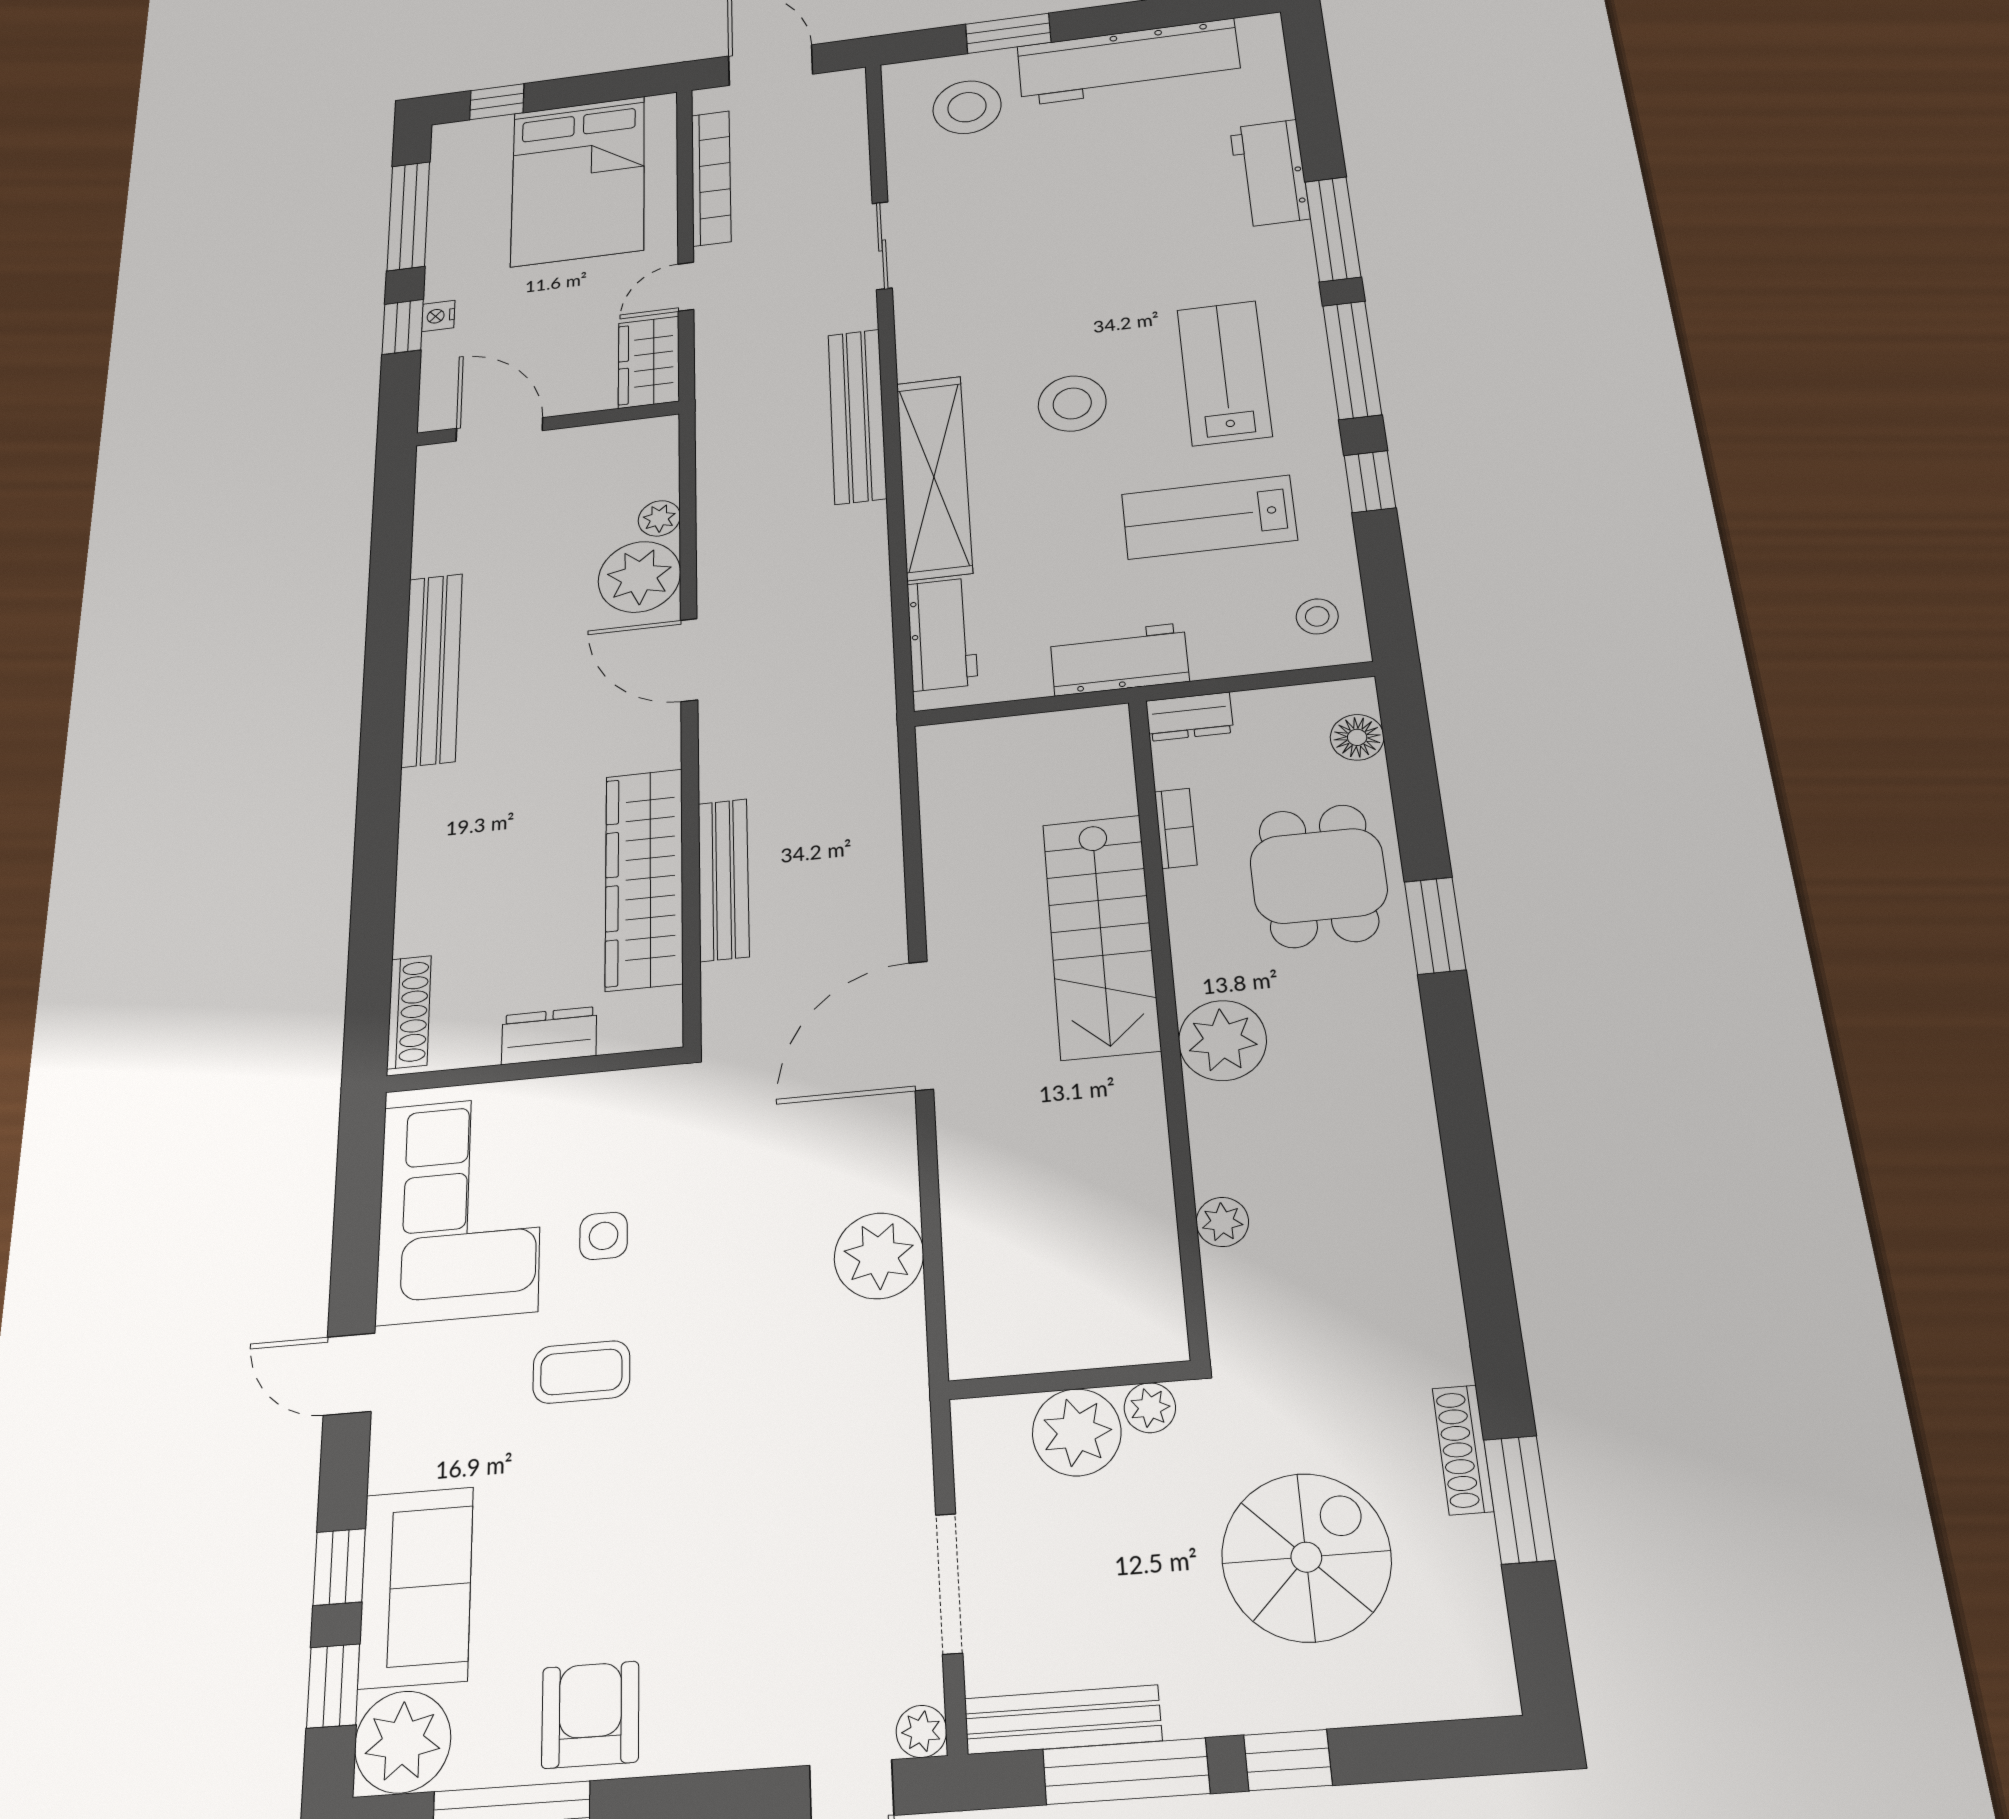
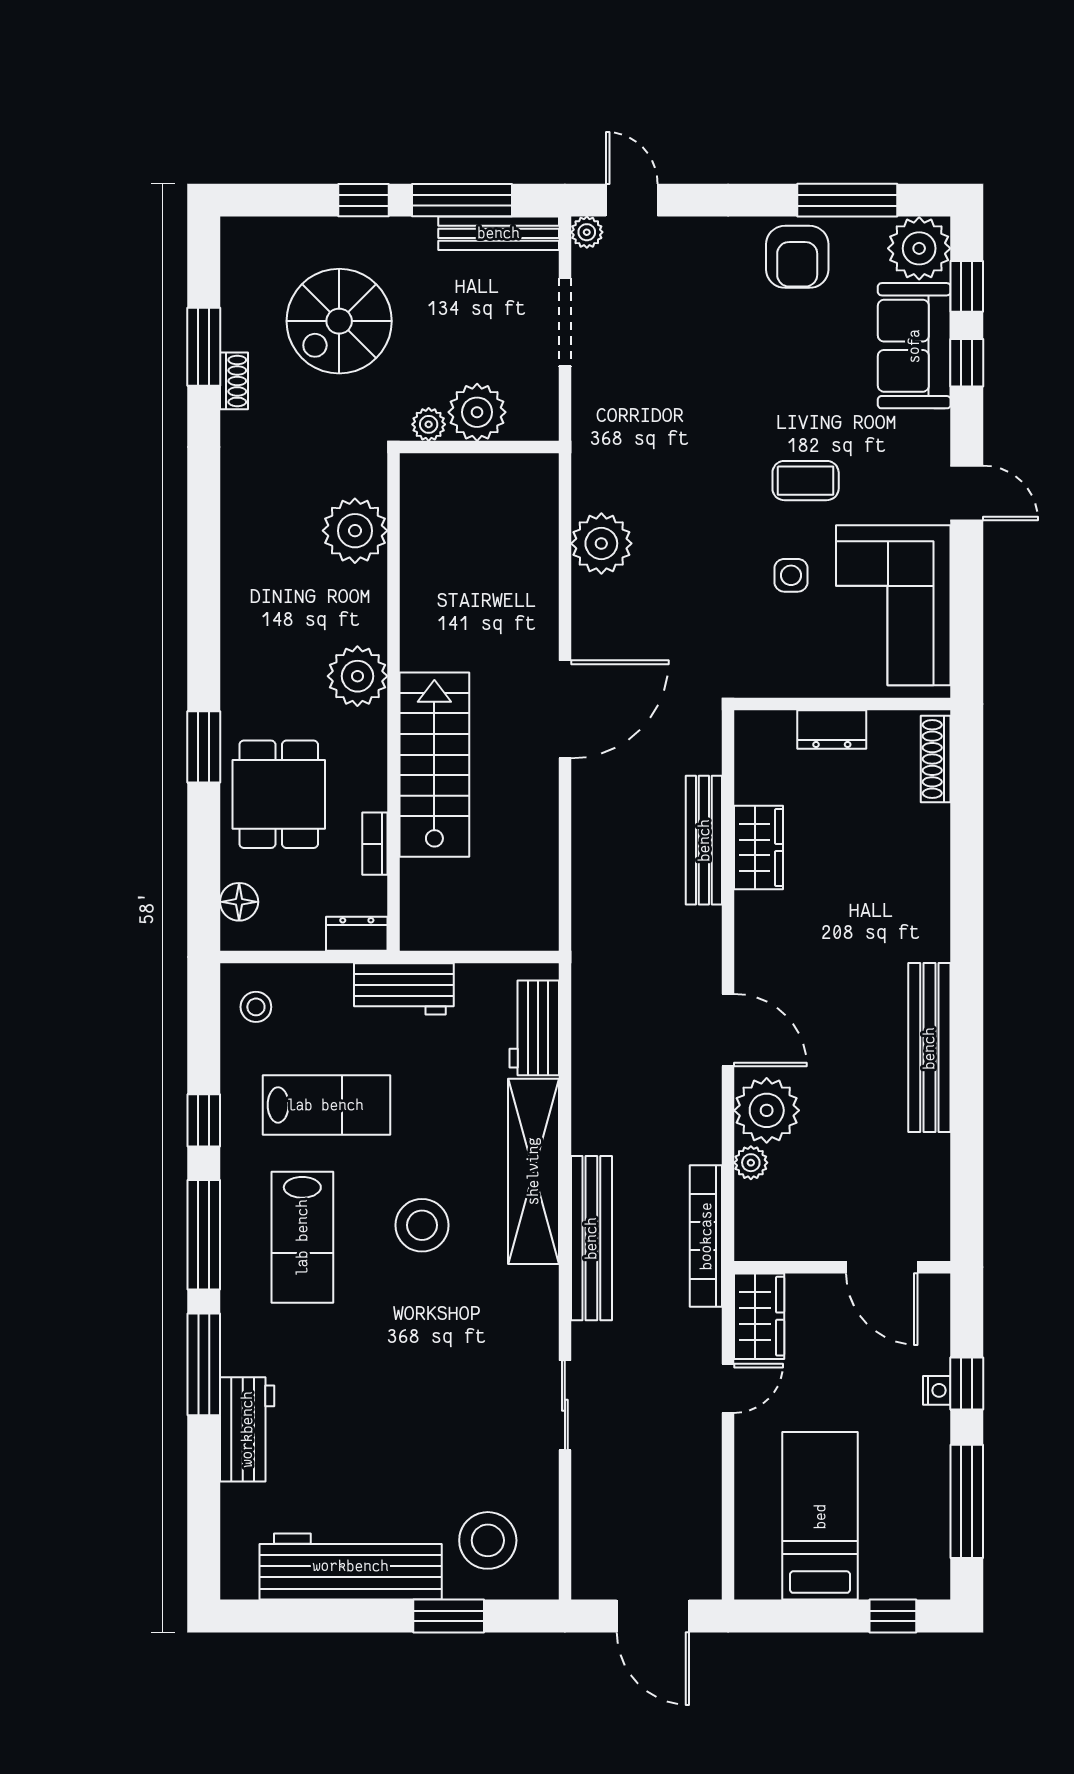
bookcase: (711, 178) -> (706, 1236), moved
bed: (578, 181) -> (820, 1516), width x0.67
wardrobe: (644, 878) -> (759, 847), width x0.48, depth x0.85
plant: (1222, 1222) -> (355, 531), width x1.87, depth x1.87
shoe rack: (1463, 1450) -> (234, 381), width x0.70

